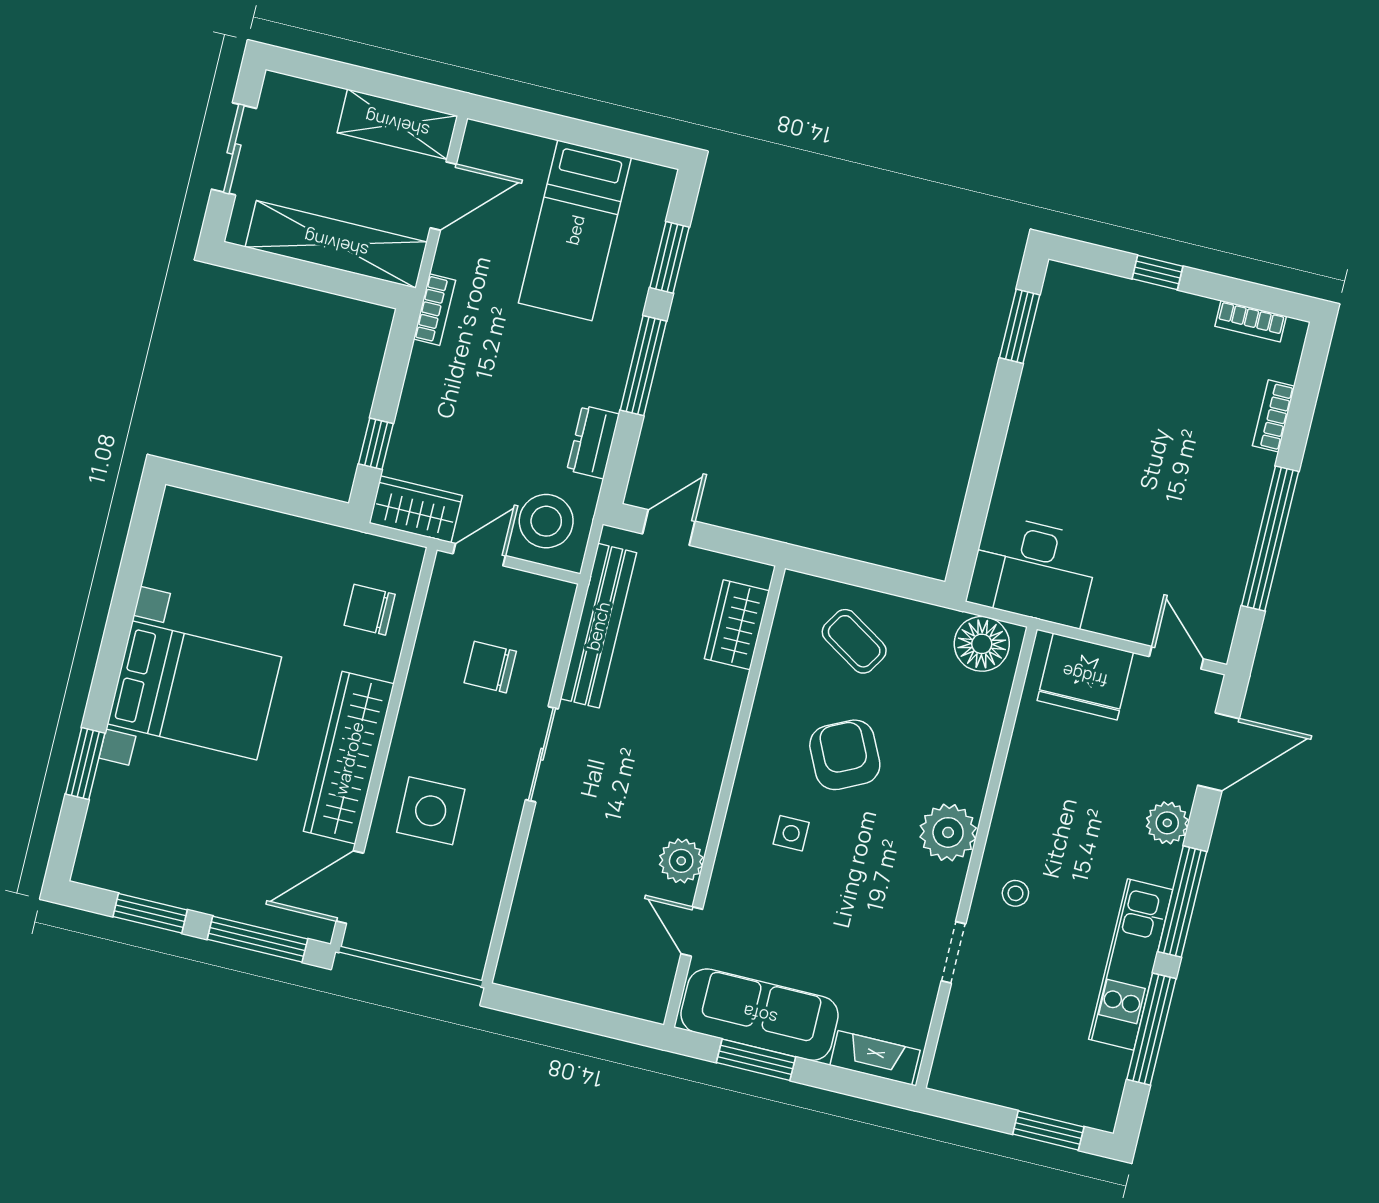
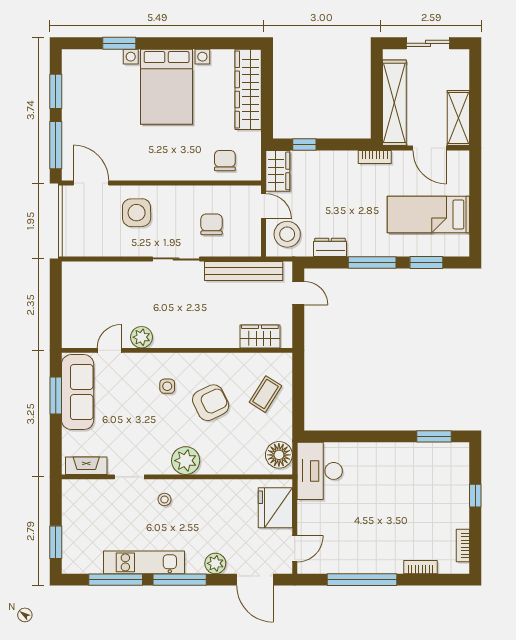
wardrobe: (349, 758) -> (248, 89), moved, turned -90
fireplace: (875, 1058) -> (86, 466), moved, turned -90

